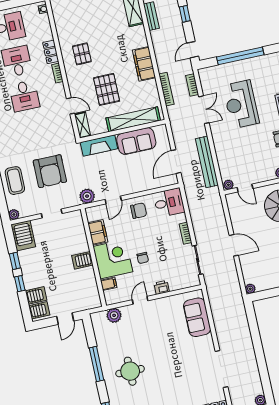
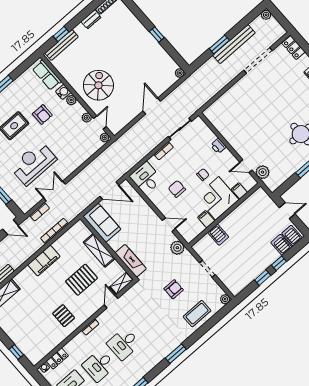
locker: (51, 52) -> (57, 358), moved
pallet: (82, 54) -> (64, 316), turned 90
desk: (24, 96) -> (124, 344), turned 180
reception desk: (241, 104) -> (33, 163), turned 180
shelving: (133, 119) -> (99, 250), width x0.68
sofa: (136, 141) -> (102, 223), moved
bench: (207, 162) -> (234, 44), moved
armchair: (50, 171) -> (174, 289), width x0.53, depth x0.53
plant: (256, 178) -> (87, 118), added
chair: (139, 211) -> (177, 189), moved
filing cabinet: (98, 232) -> (206, 219), width x0.50
server rack: (23, 236) -> (238, 282), removed
server rack: (82, 260) -> (218, 235), moved
door: (140, 300) -> (246, 166), moved
sofa: (197, 317) -> (227, 104), removed
window: (257, 341) -> (219, 44), added

